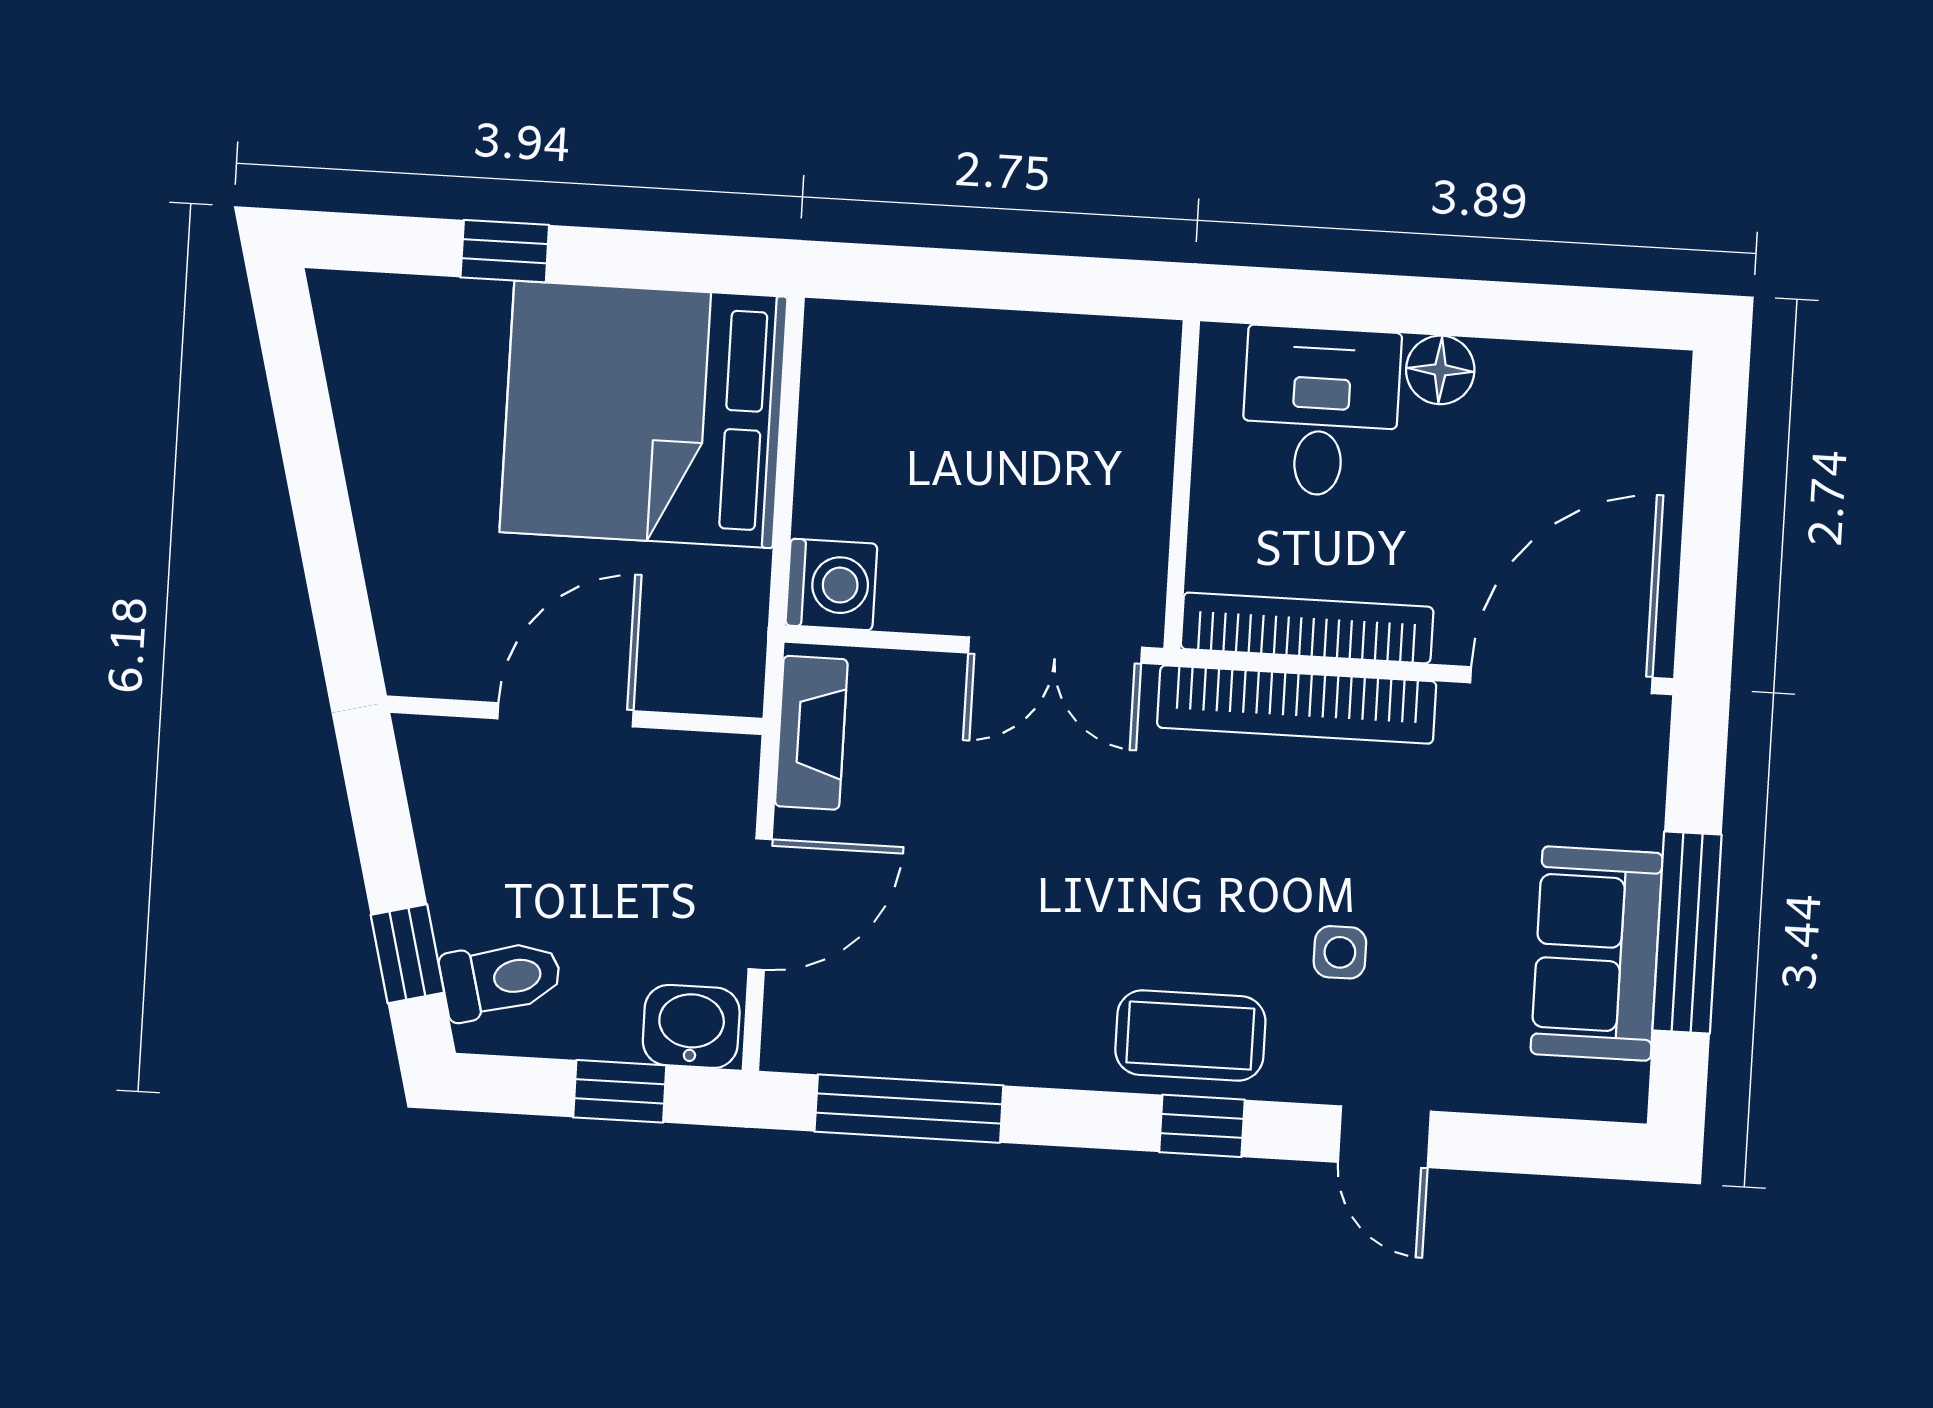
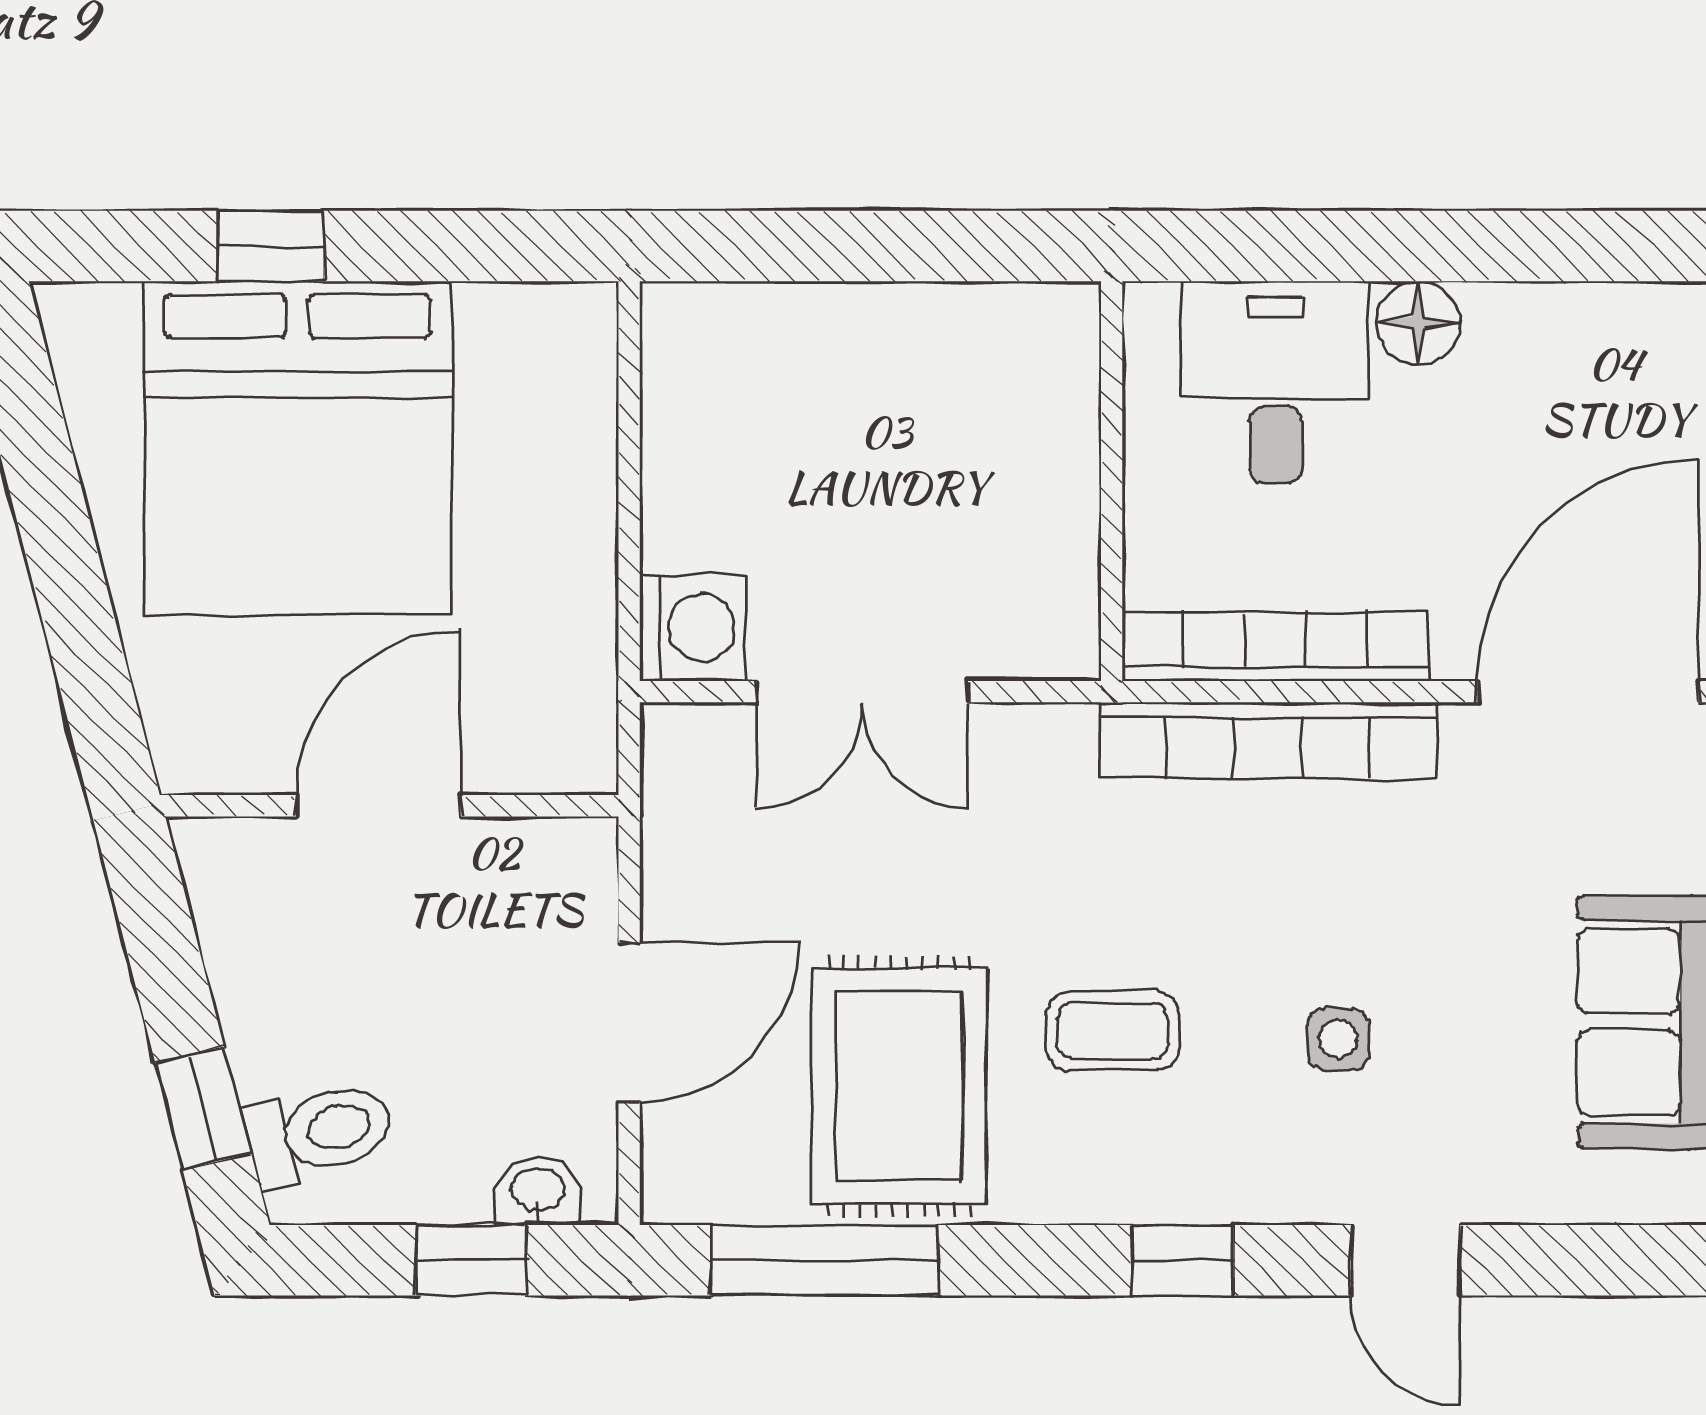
bed: (643, 414) -> (297, 448), moved, turned -90
double door: (1055, 650) -> (862, 692), moved
fireplace: (811, 733) -> (679, 810), removed
rug: (978, 970) -> (899, 1086), added
washbasin: (691, 1026) -> (538, 1191), width x0.72, depth x0.69
coffee table: (1190, 1035) -> (1113, 1031), moved, width x0.73, depth x0.77

